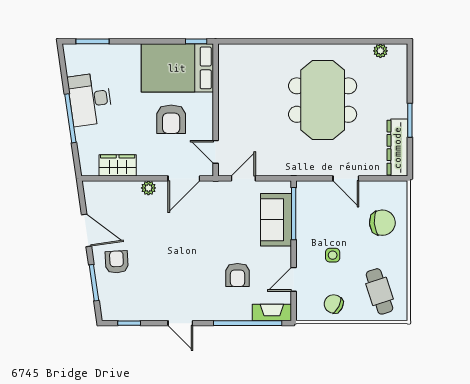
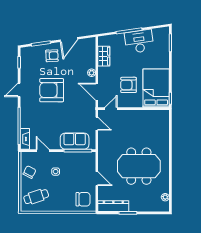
door: (346, 178) -> (97, 179), swing flipped
chair: (382, 223) -> (83, 199), moved, turned -85
armchair: (238, 275) -> (52, 90), moved, width x1.88, depth x1.88

